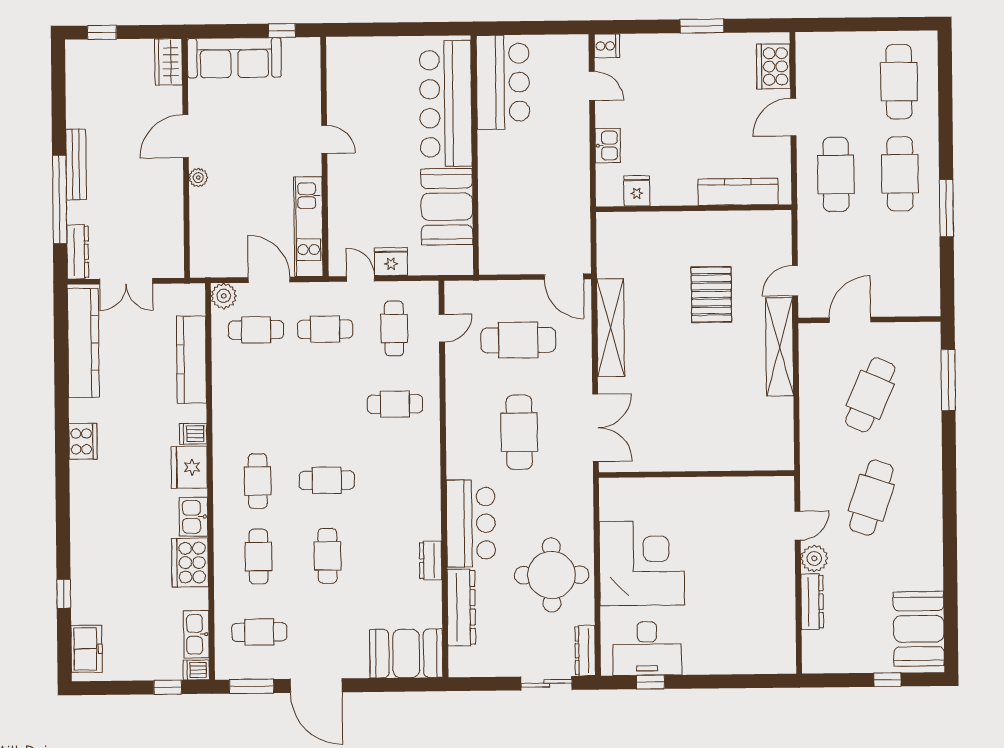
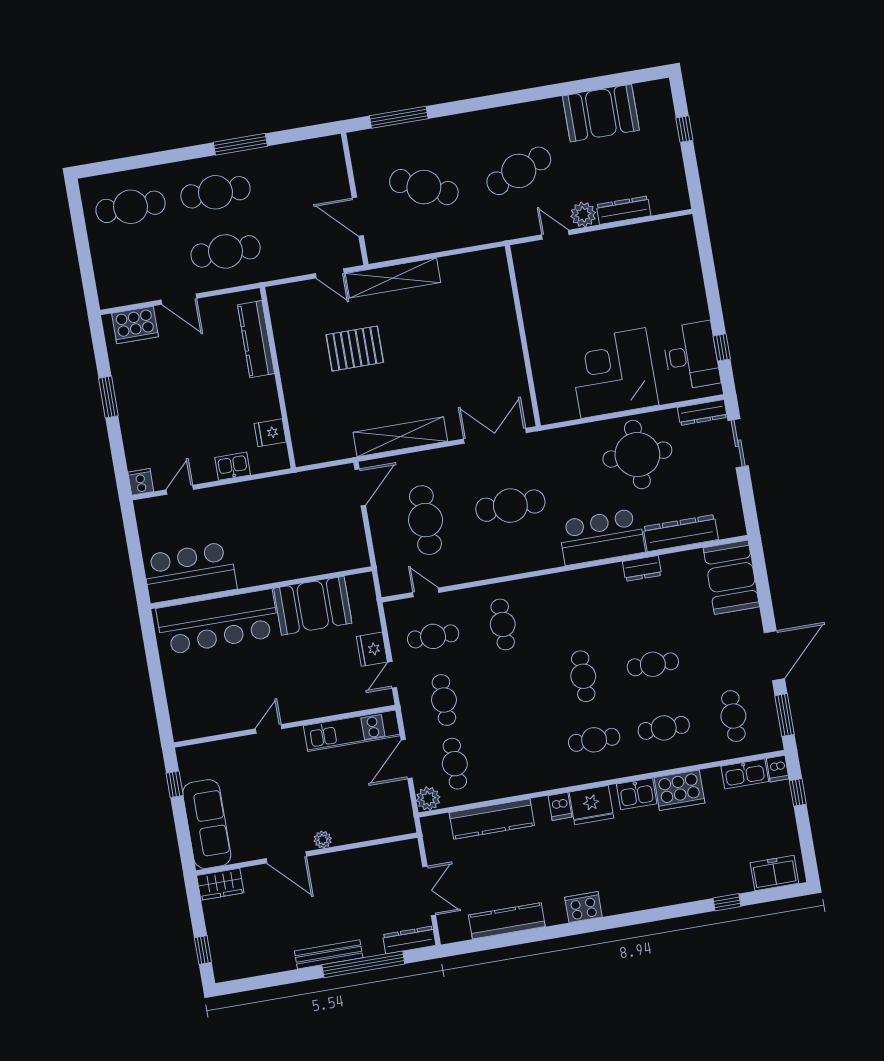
kitchen counter: (83, 343) -> (507, 921), width x0.72, depth x0.86
cafe table: (871, 498) -> (519, 171), turned -39
booth: (919, 629) -> (601, 113), moved

